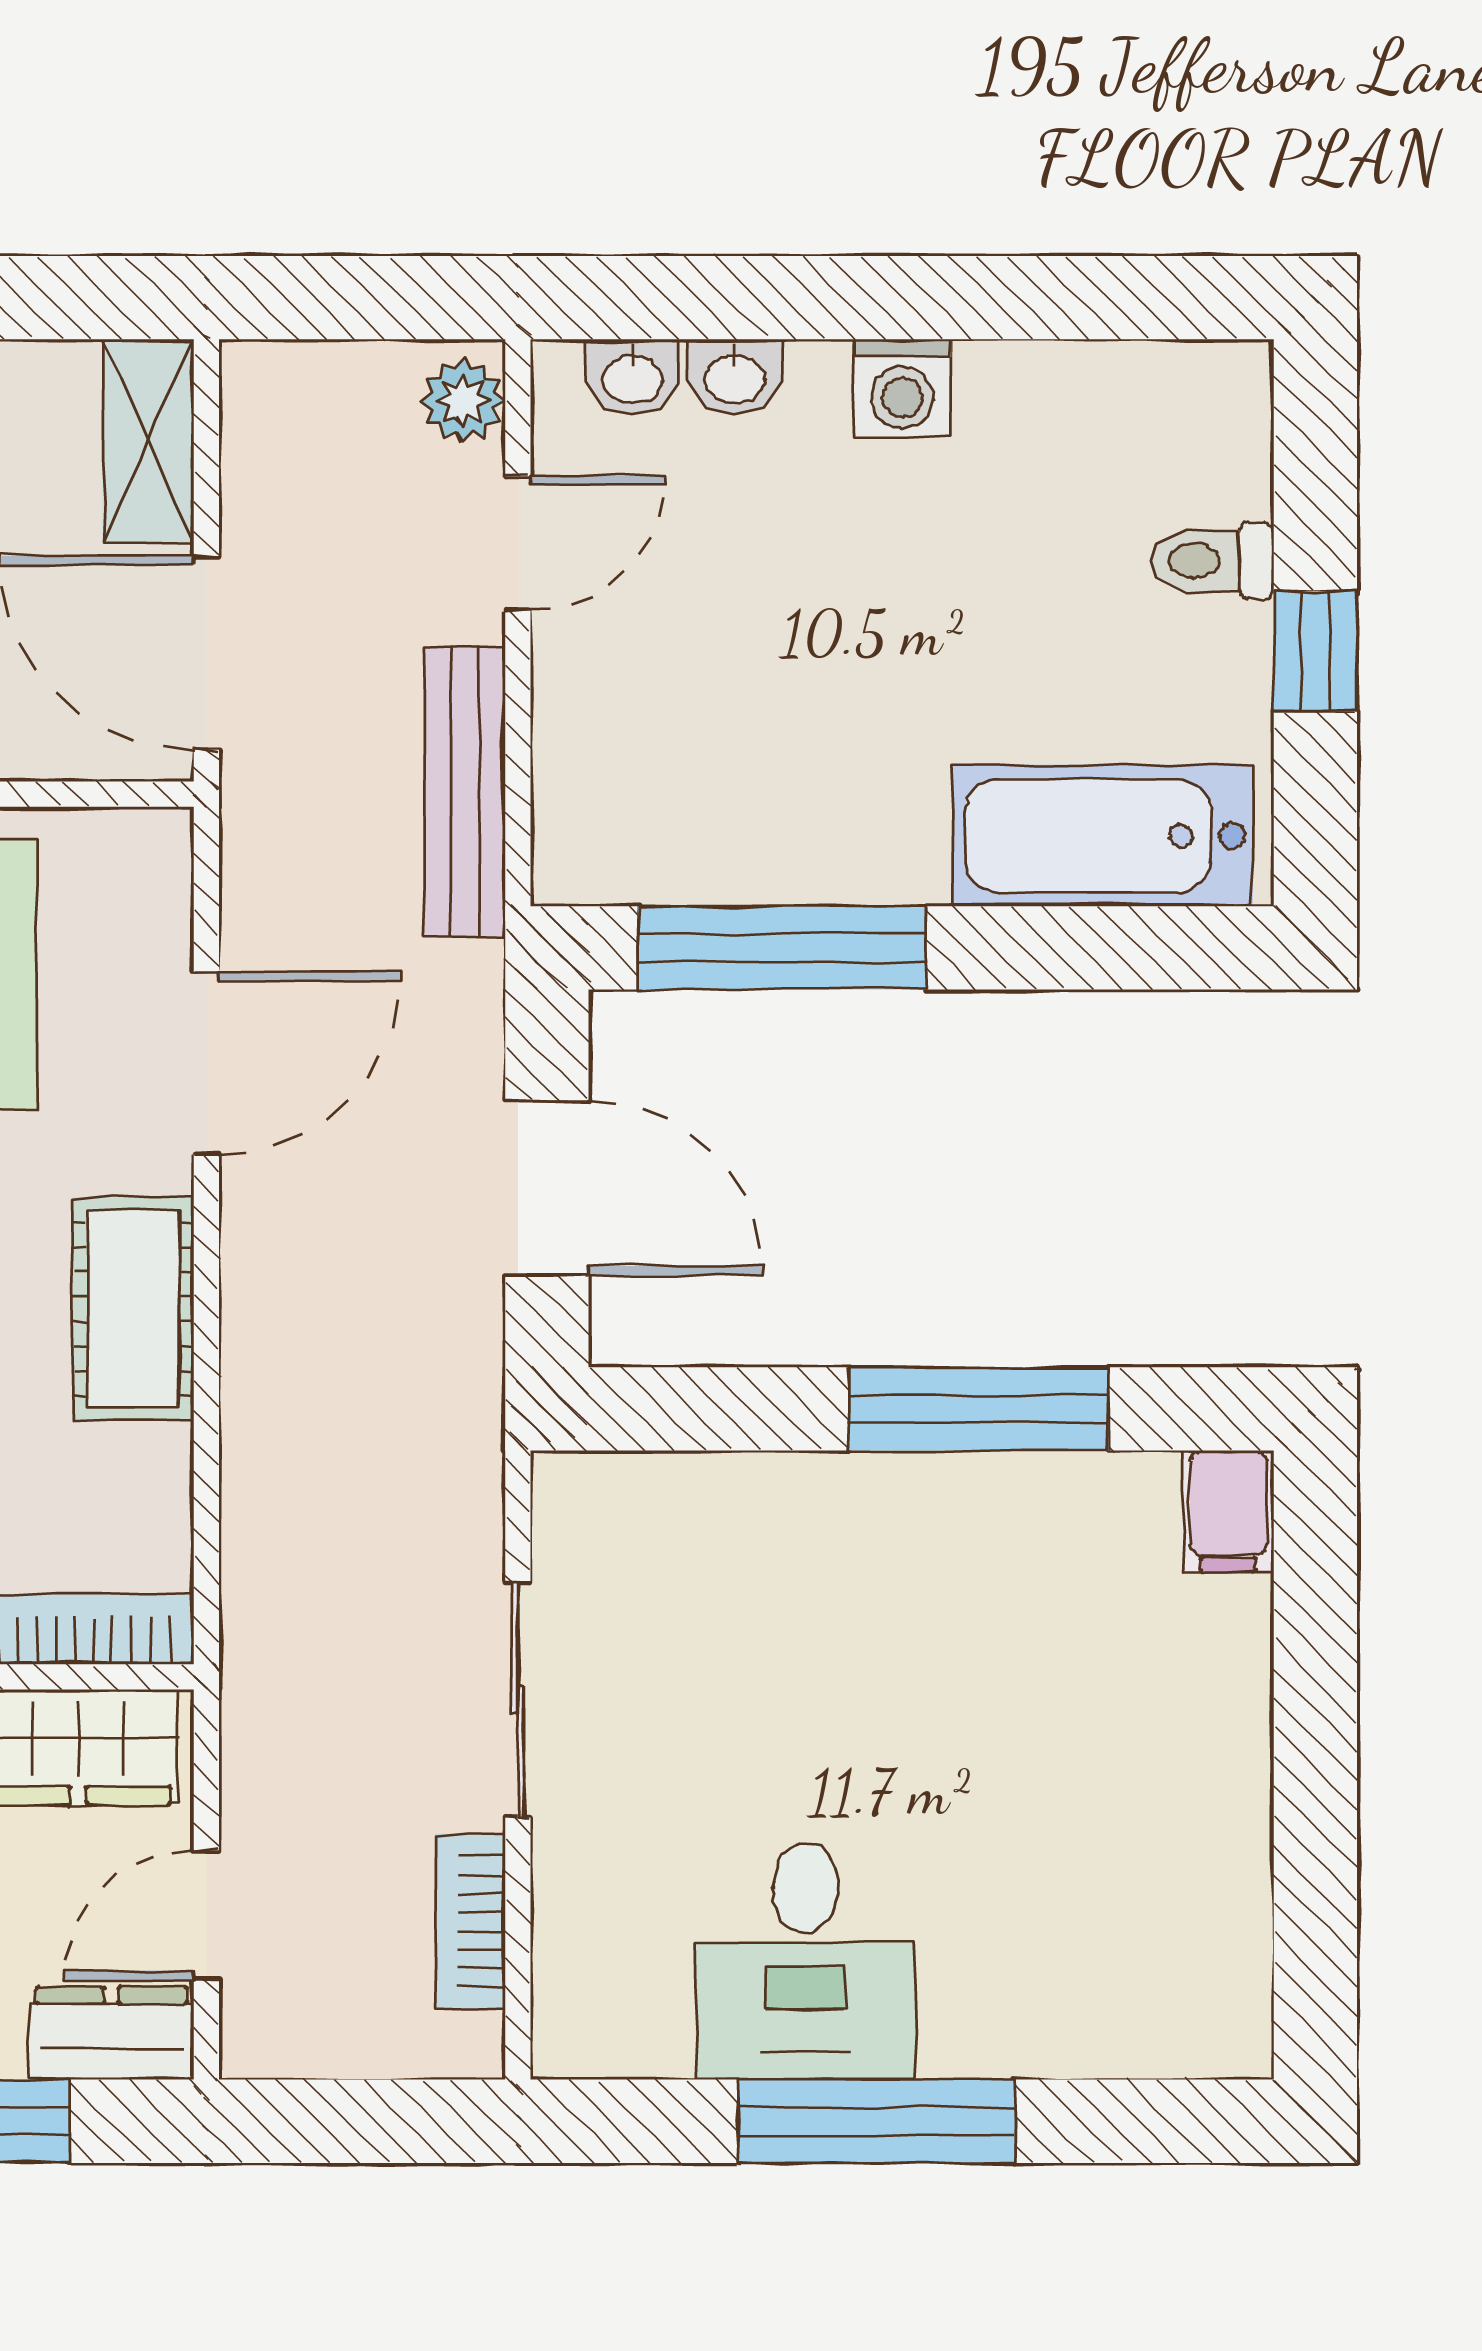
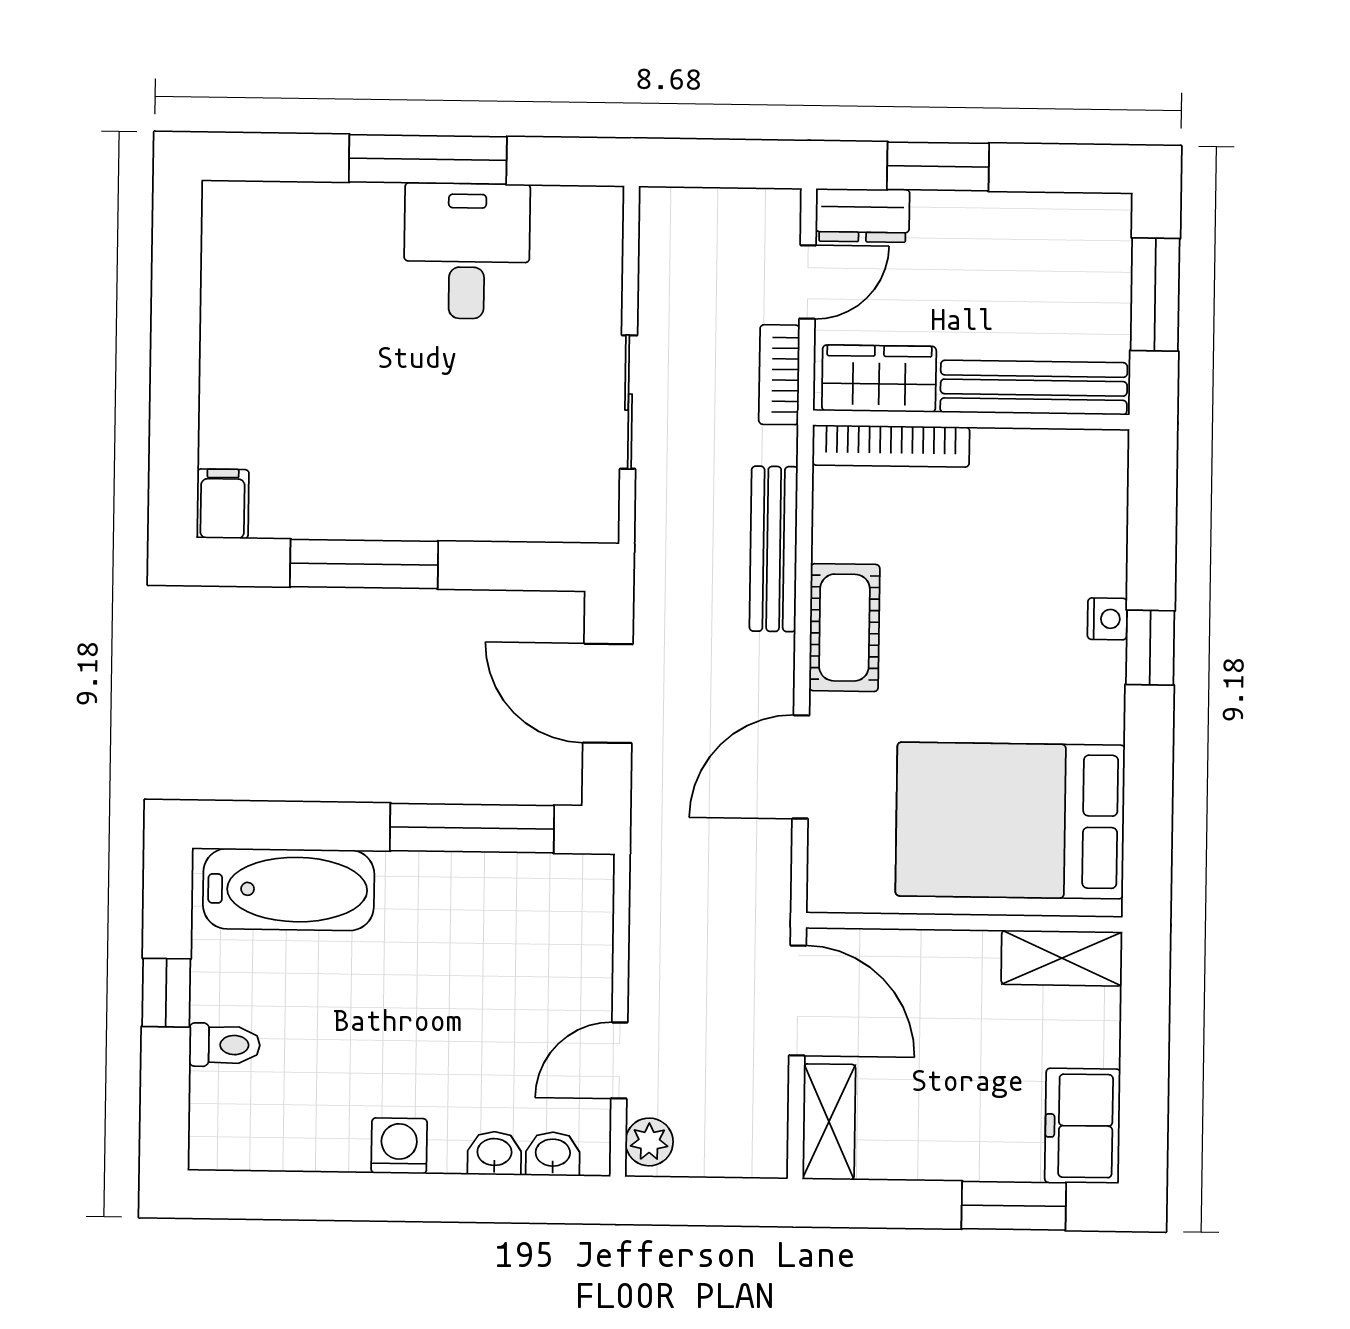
bench: (465, 792) -> (774, 549), moved
bookcase: (470, 1921) -> (779, 375), moved, turned 180

